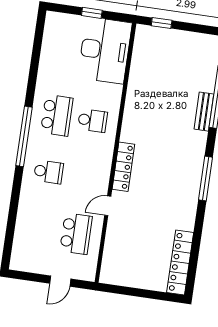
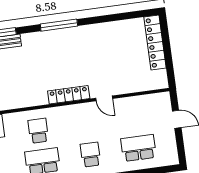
school desk: (76, 234) -> (138, 148), moved
locker: (180, 262) -> (155, 43), moved, turned 90

